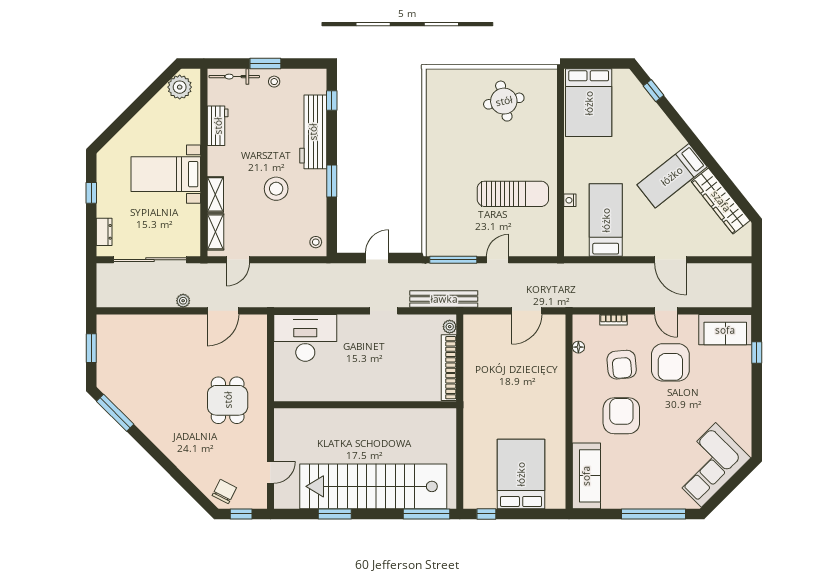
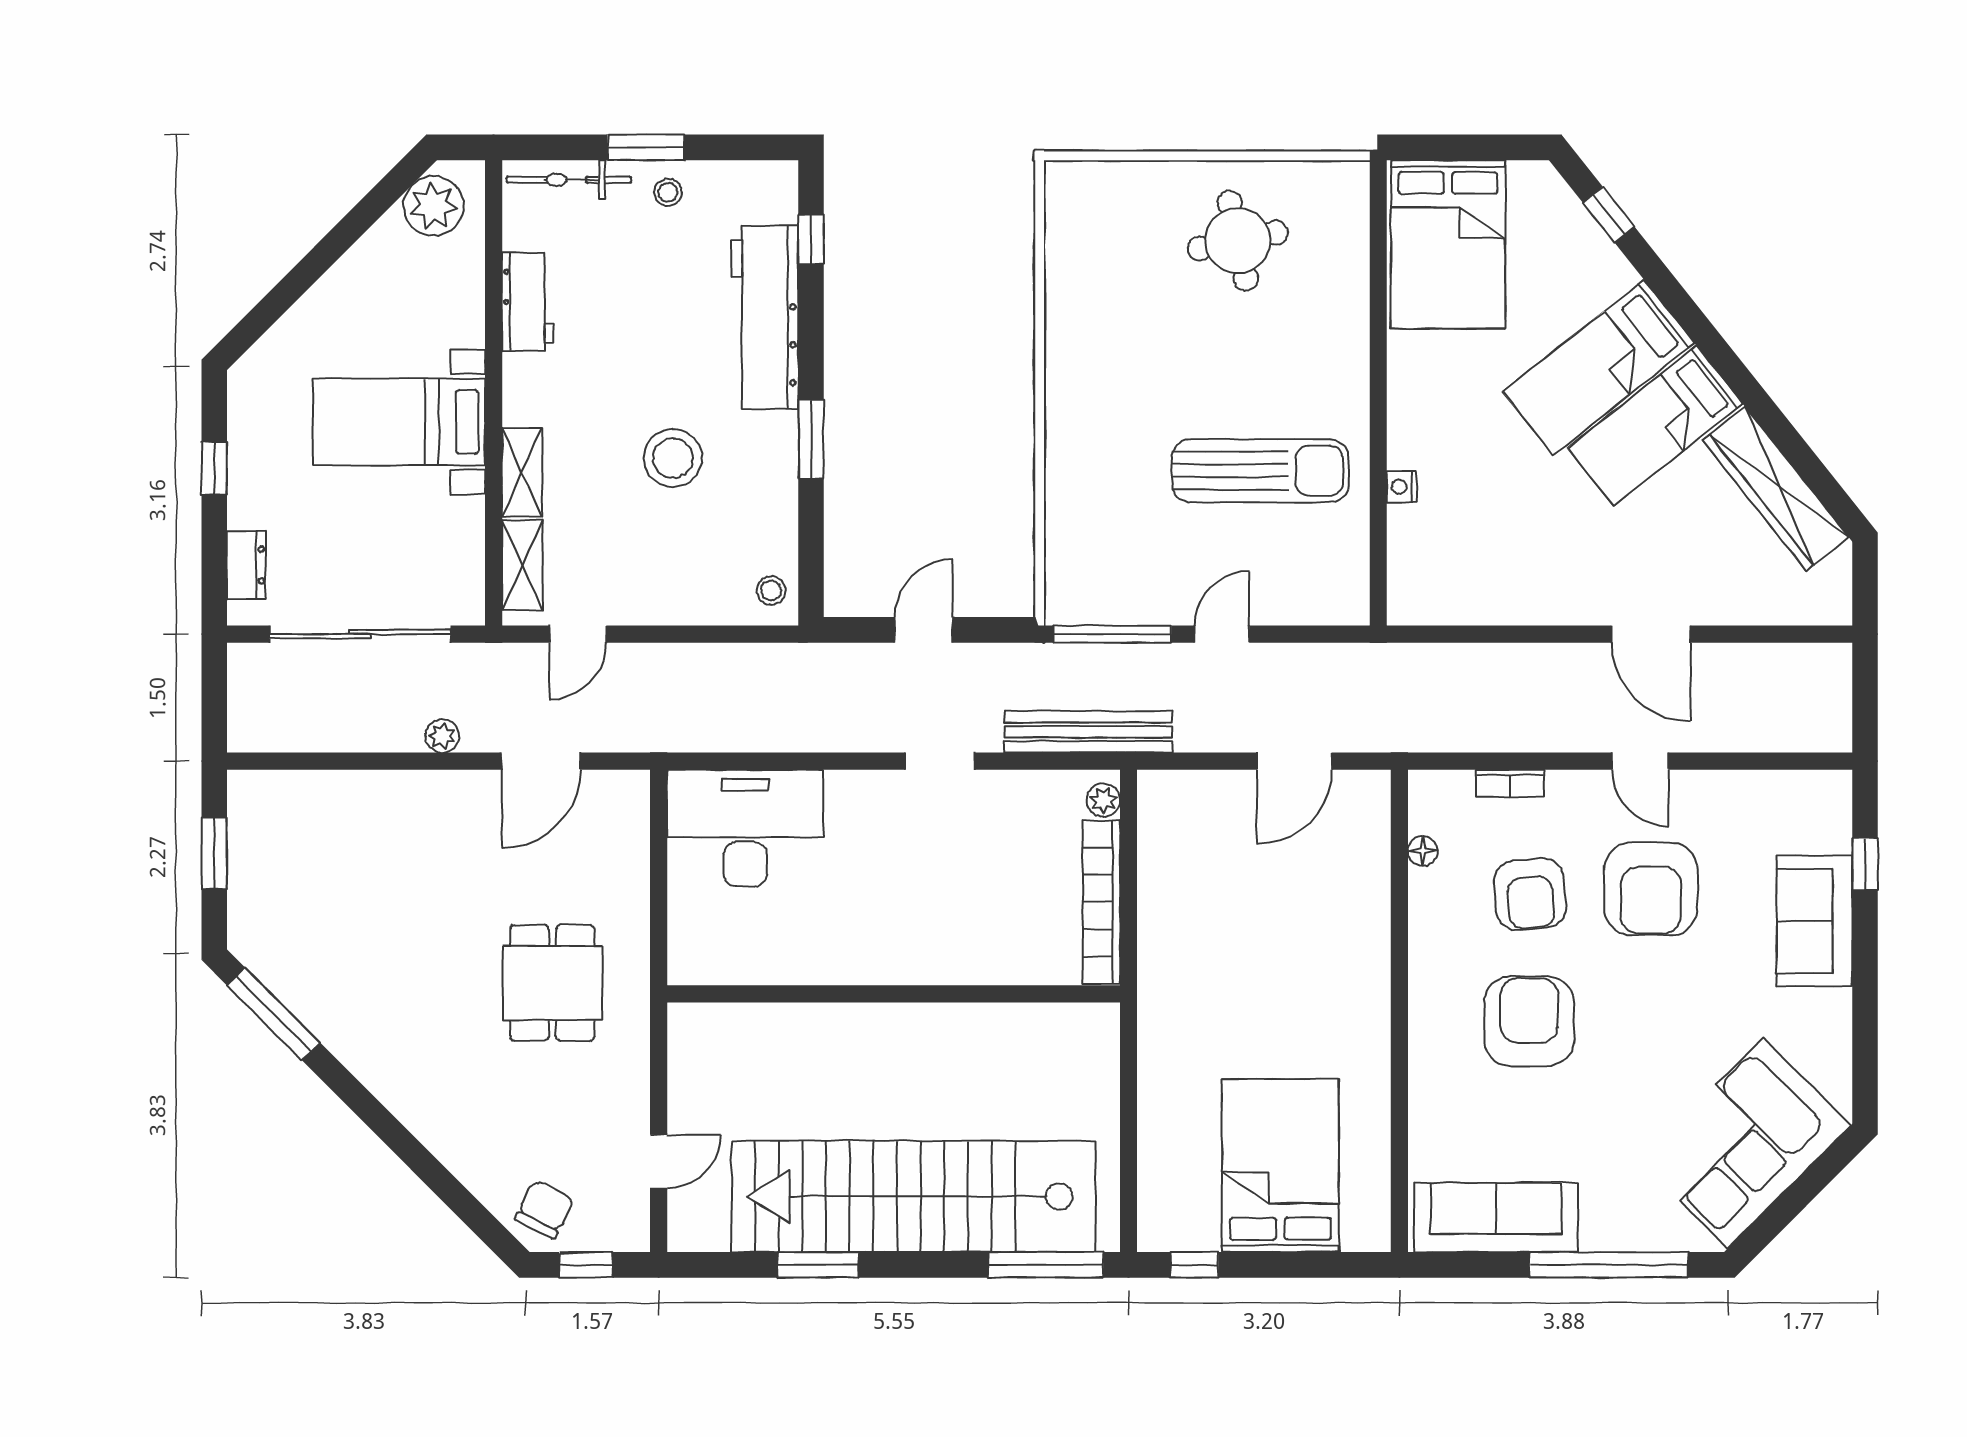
bed: (606, 220) -> (1599, 367), moved, turned -128
sofa: (725, 330) -> (1815, 921), moved, turned 90
sofa: (586, 476) -> (1496, 1217), moved, turned -90

